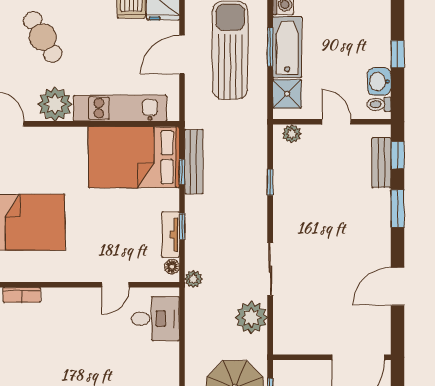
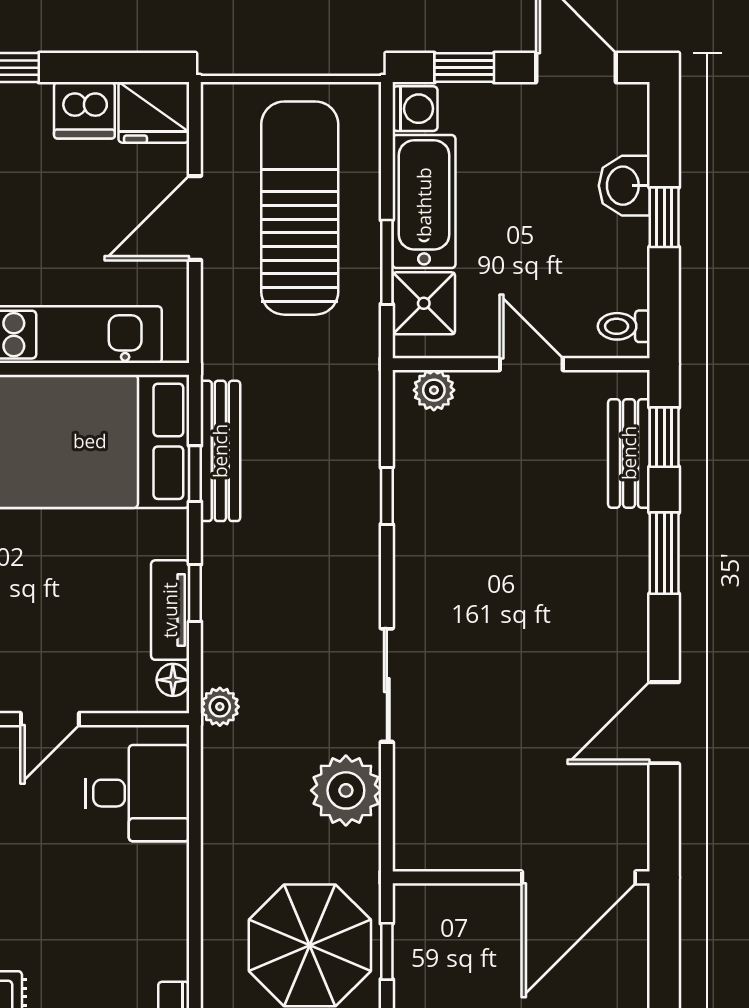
window: (270, 47) -> (387, 262), moved
washbasin: (379, 81) -> (624, 186), moved

